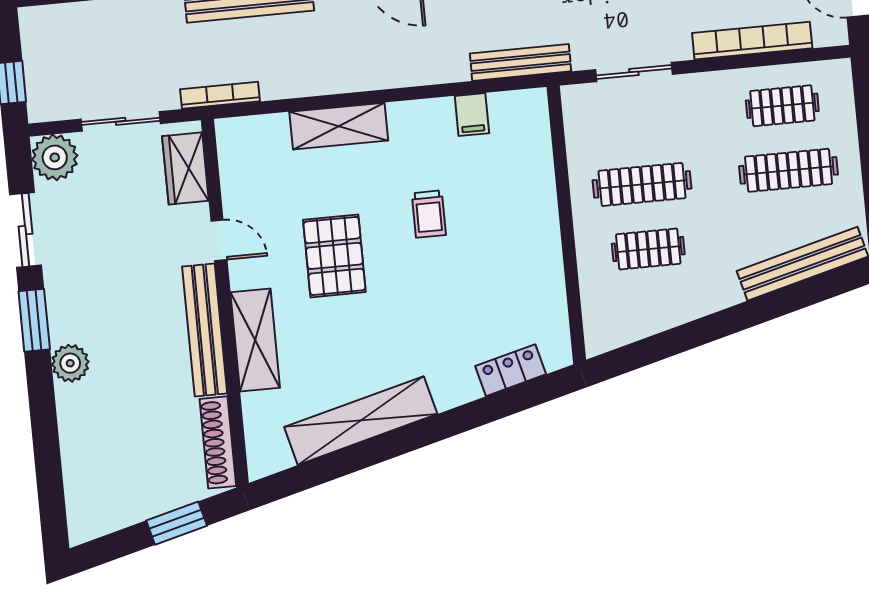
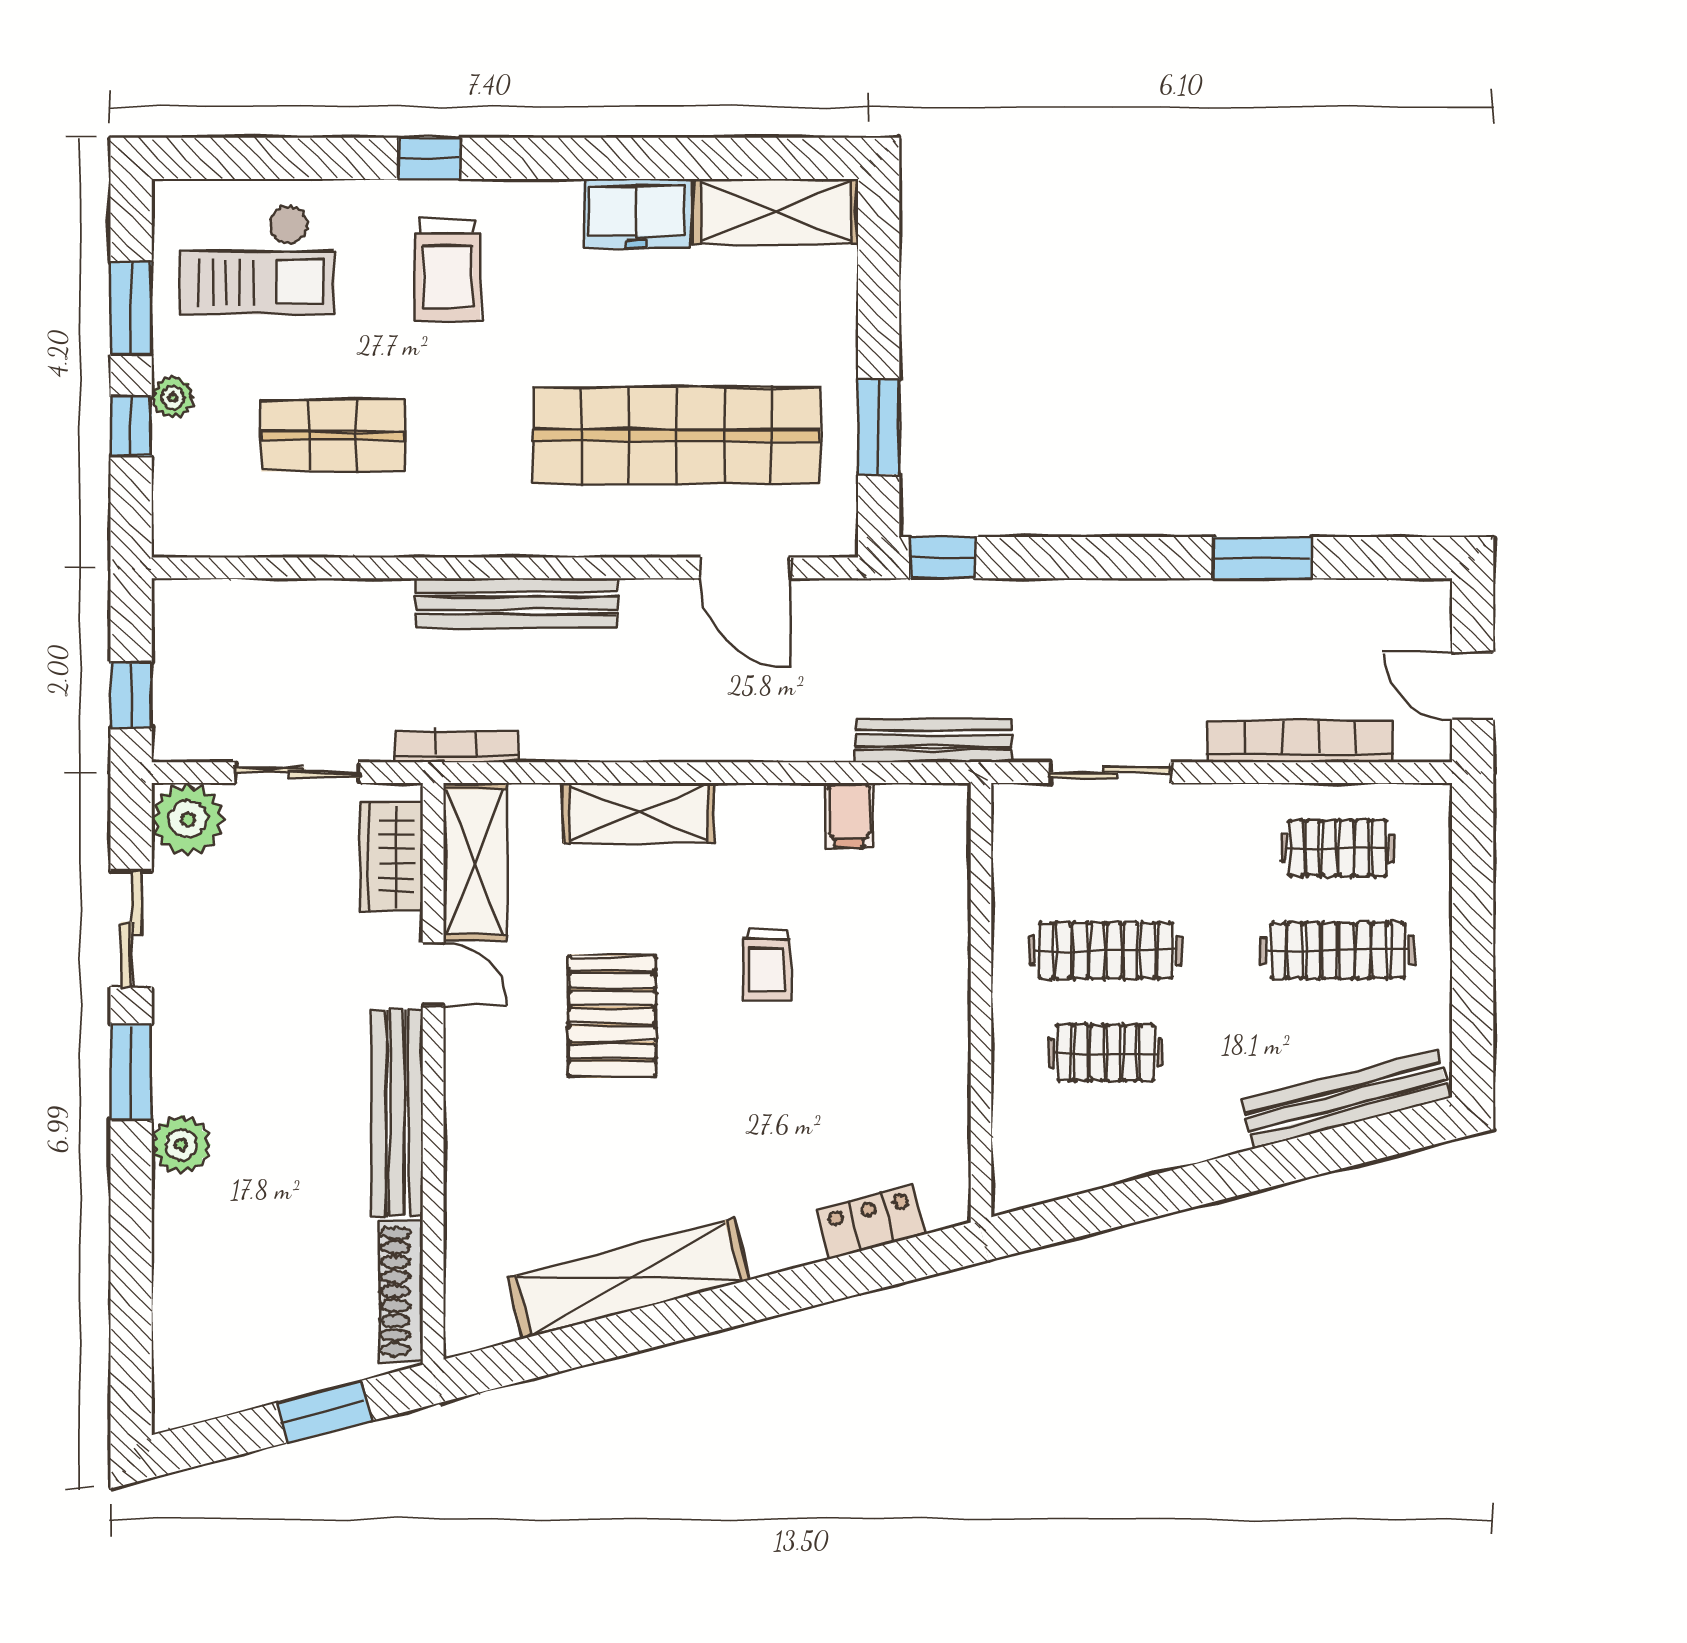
shelving: (255, 340) -> (475, 862), moved

